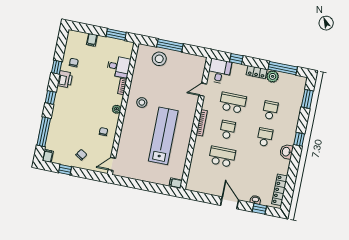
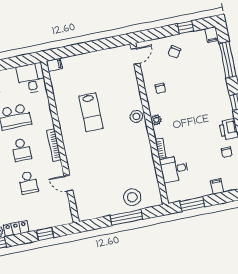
desk: (219, 71) -> (31, 78), moved, turned 180
door: (203, 90) -> (68, 183), swing flipped
stool: (142, 103) -> (136, 116), moved
school desk: (233, 103) -> (28, 183), width x0.54
lab bench: (163, 136) -> (91, 112), width x0.54, depth x0.72

